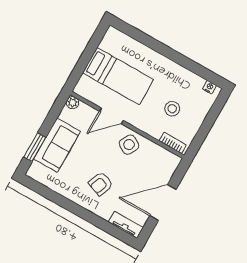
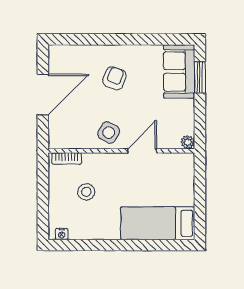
bed: (118, 76) -> (158, 223), moved
sofa: (57, 145) -> (179, 71), moved
tv unit: (126, 225) -> (67, 52), removed

